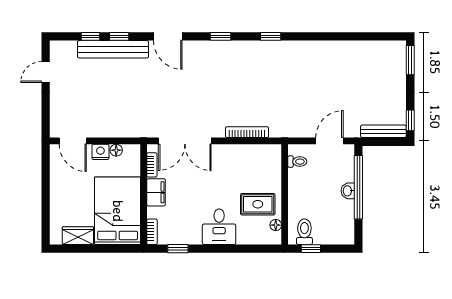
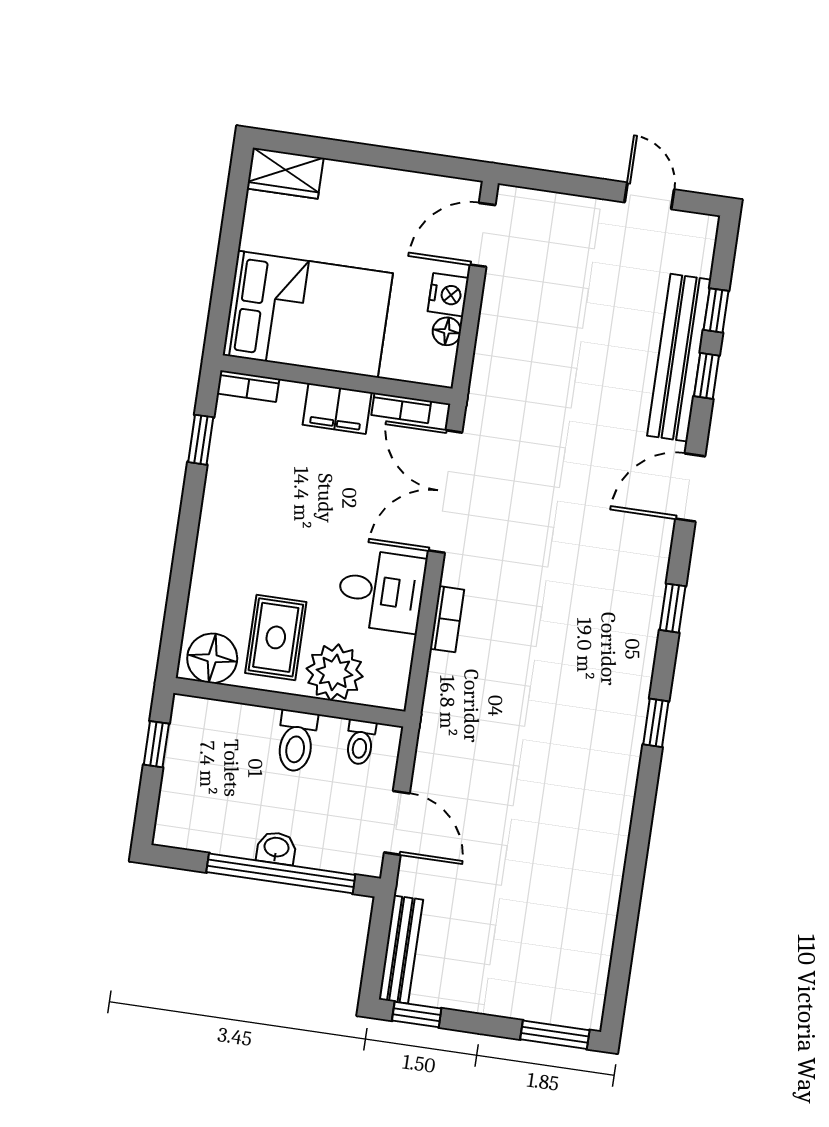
bookcase: (247, 132) -> (447, 619), width x0.64
plant: (269, 177) -> (335, 672), added
floor lamp: (276, 225) -> (212, 658), width x1.89, depth x1.89
desk: (219, 227) -> (381, 591), moved, turned 180
toilet: (304, 232) -> (296, 741), moved, turned 90
wardrobe: (78, 236) -> (285, 173), moved, turned 90

